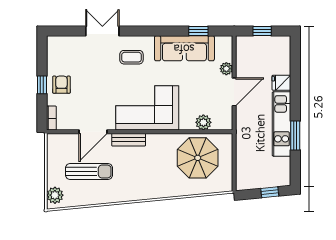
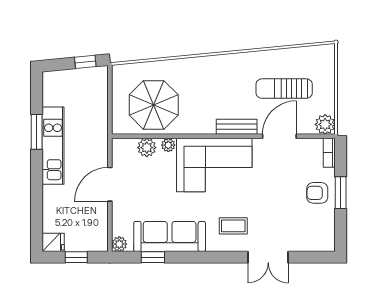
plant: (226, 69) -> (119, 244), moved
fridge: (281, 83) -> (53, 242), moved
window: (42, 85) -> (341, 193), width x1.50
armchair: (61, 85) -> (317, 193), turned 90
plant: (186, 124) -> (168, 145), added
window: (270, 192) -> (85, 62), moved
plant: (55, 195) -> (325, 124), moved

